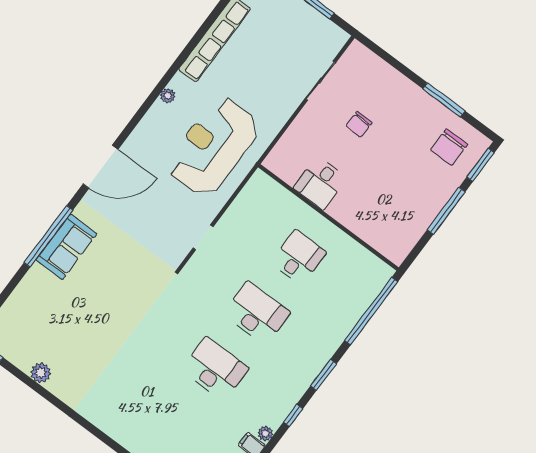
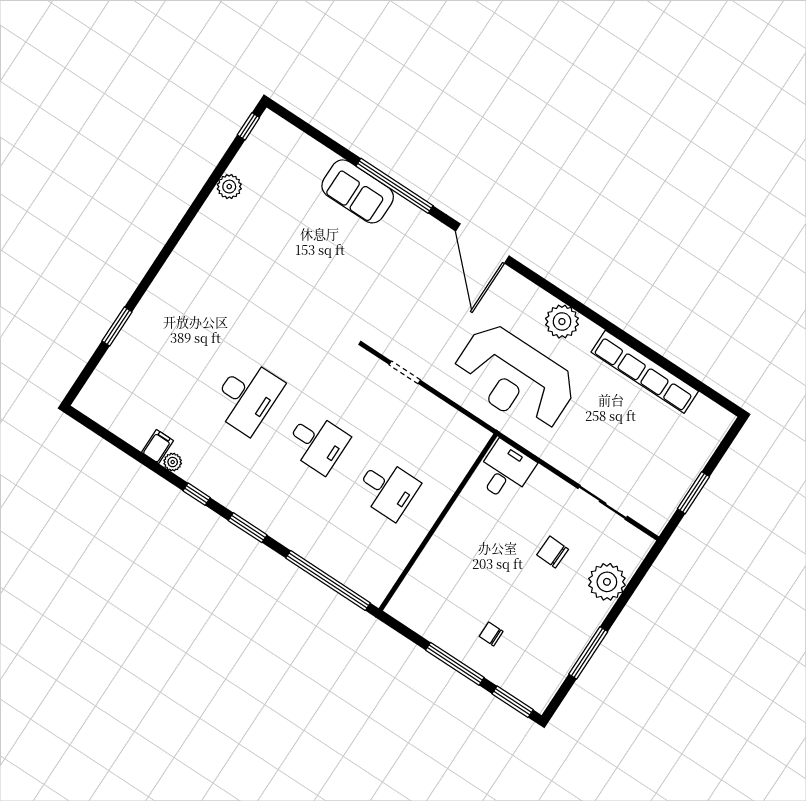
plant: (386, 81) -> (607, 582), added
plant: (168, 96) -> (562, 322), width x1.87, depth x1.87
reception desk: (213, 147) -> (515, 378), turned 180
chair: (449, 147) -> (491, 634), moved, width x0.54, depth x0.54
desk: (320, 183) -> (505, 471), moved, turned 90
sofa: (66, 247) -> (358, 191), moved
desk: (257, 313) -> (317, 443), width x0.73

